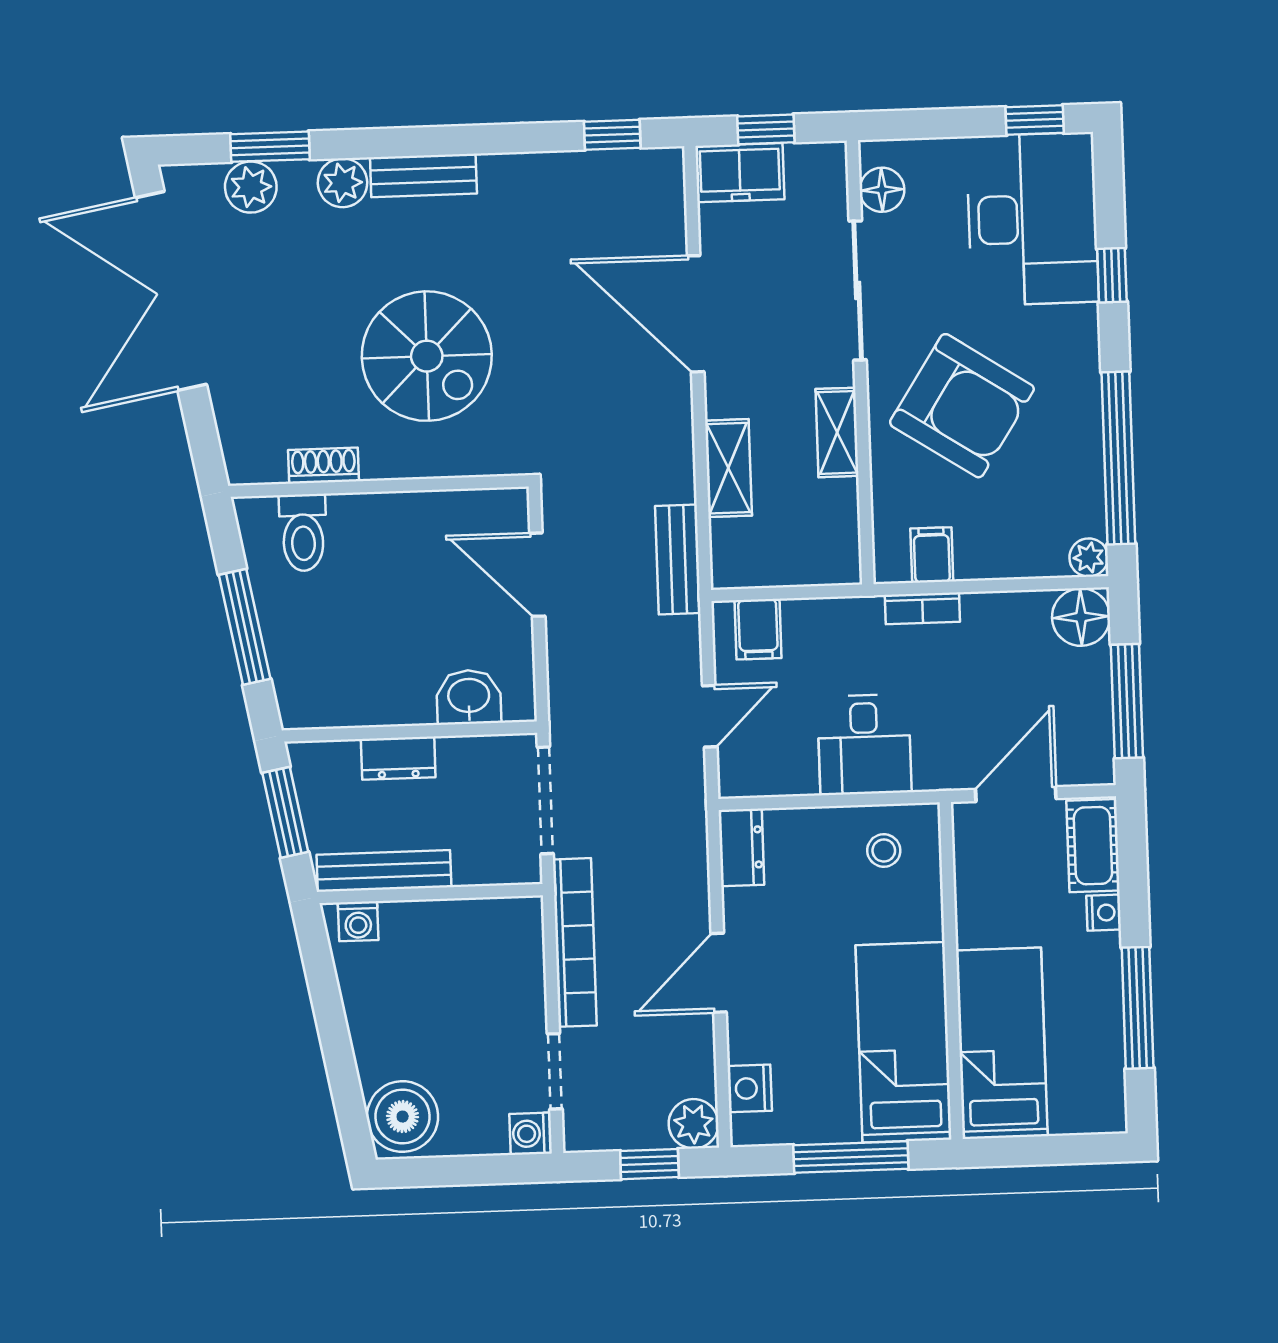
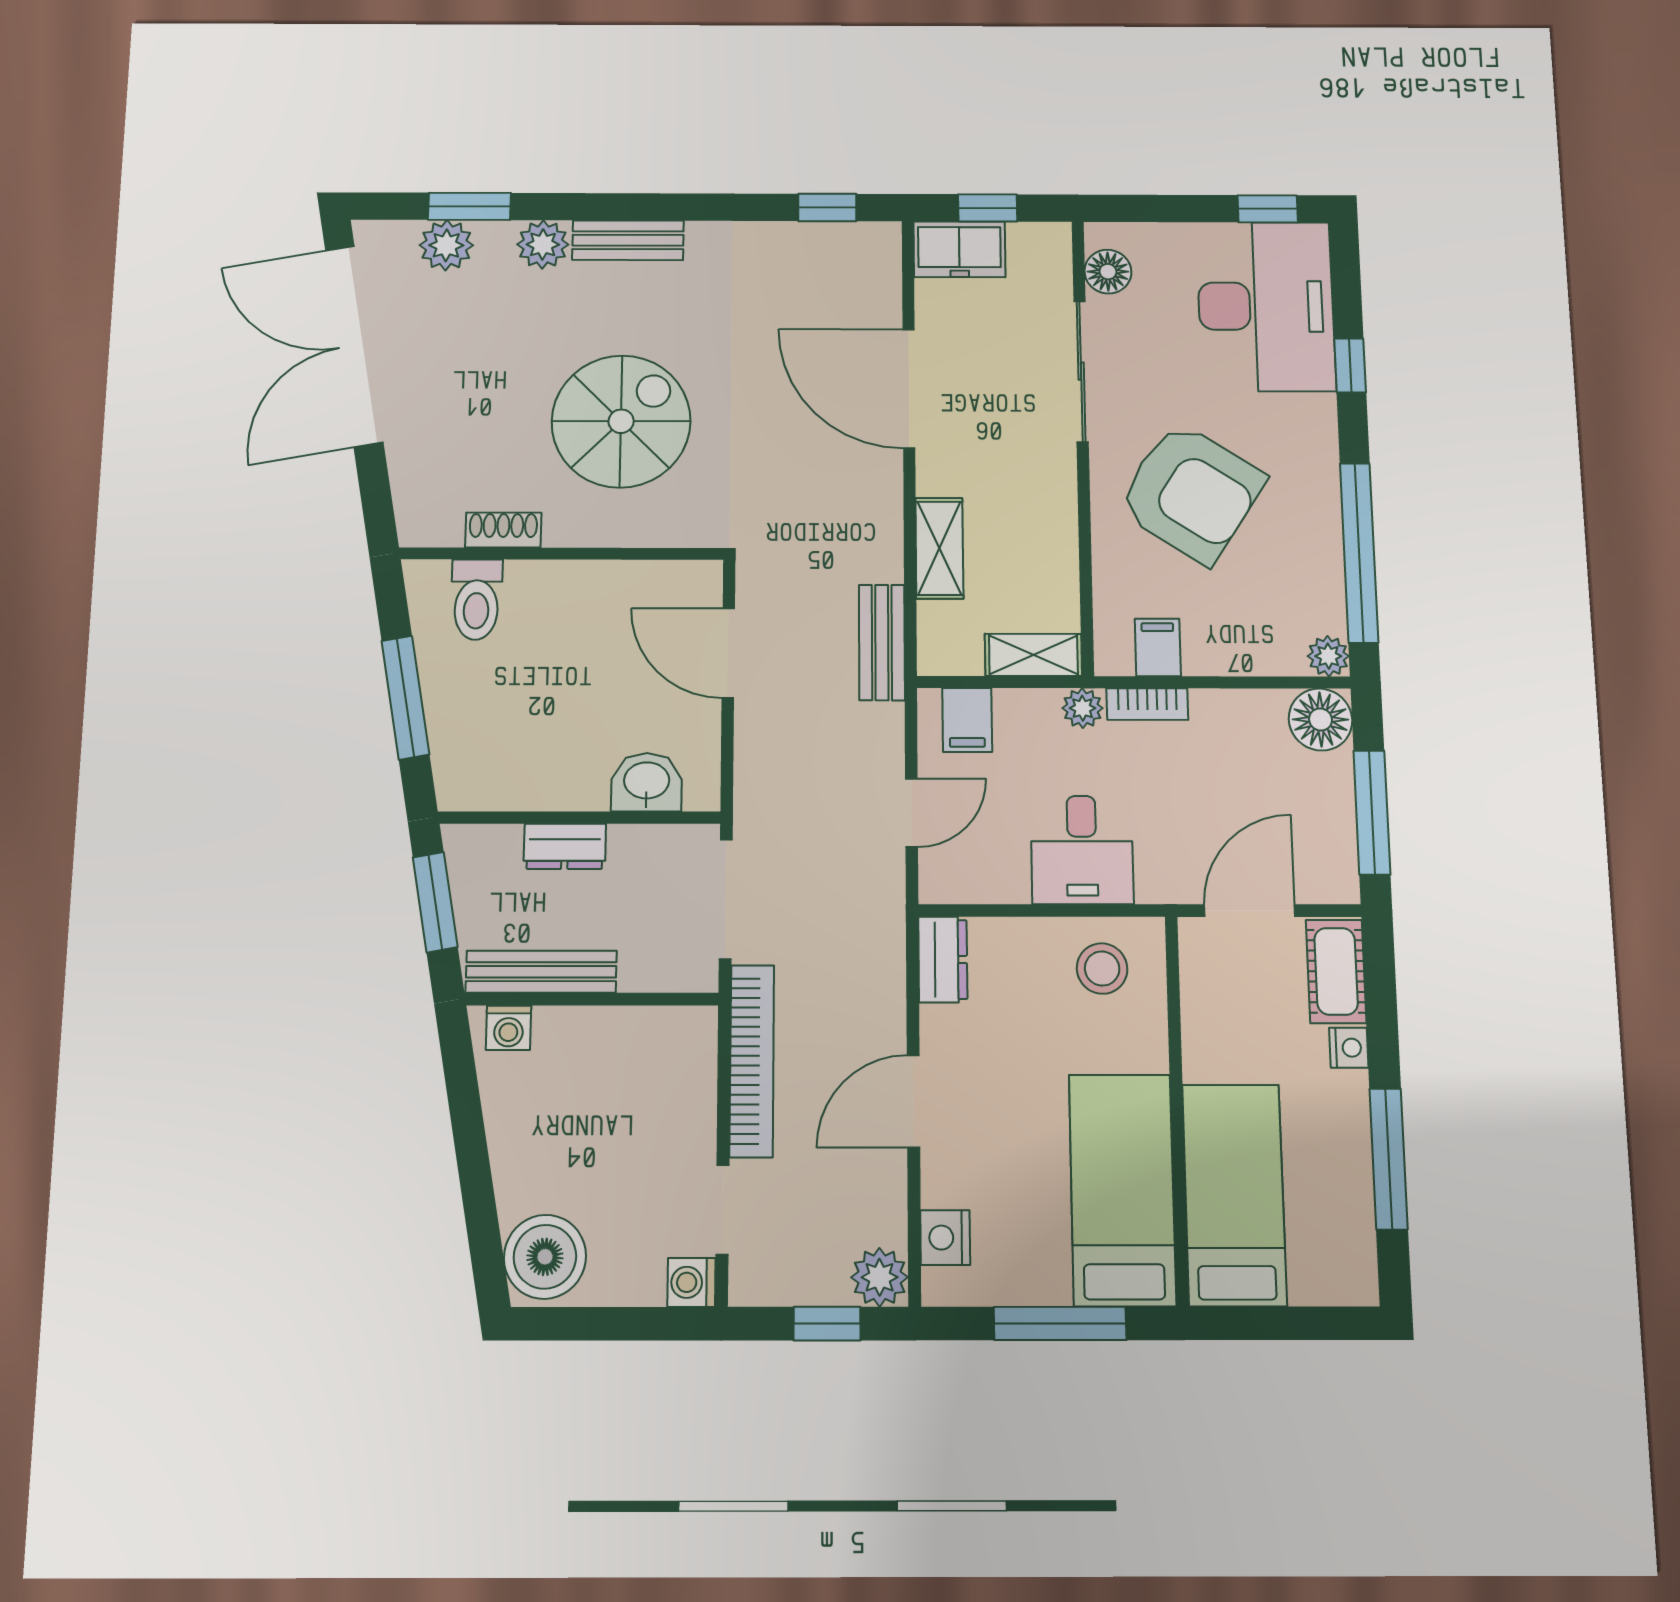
spiral stairs: (427, 356) -> (621, 421), turned -90
shelving: (837, 432) -> (1033, 655), moved, turned 90
plant: (863, 614) -> (1083, 708), added
stool: (884, 850) -> (1102, 969), width x1.37, depth x1.37

